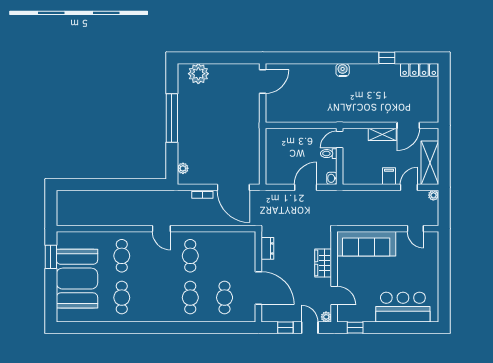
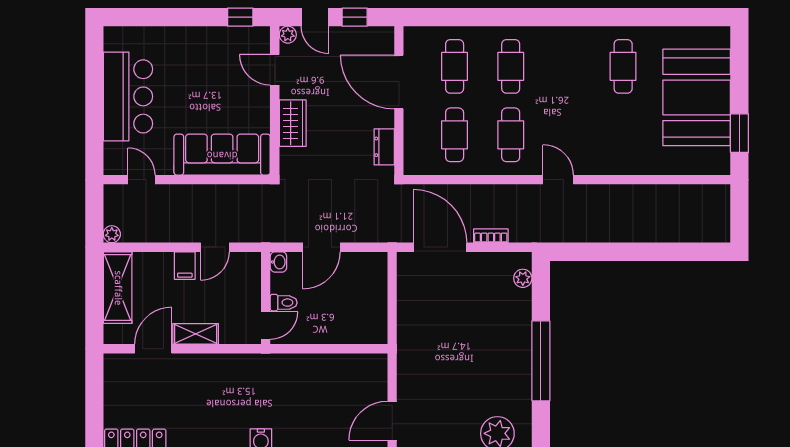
door: (409, 187) -> (215, 247), moved
cafe table: (122, 256) -> (455, 135), moved
bar counter: (403, 307) -> (128, 96), moved, turned -90

